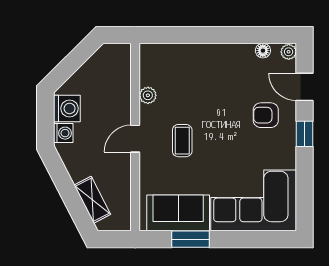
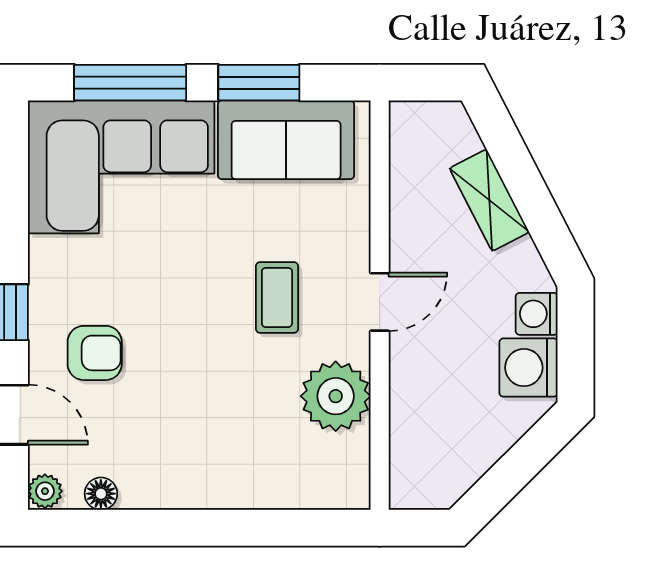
plant: (148, 95) -> (336, 396), width x1.87, depth x1.87
shelving: (92, 200) -> (489, 200), moved
window: (250, 239) -> (130, 83), added

